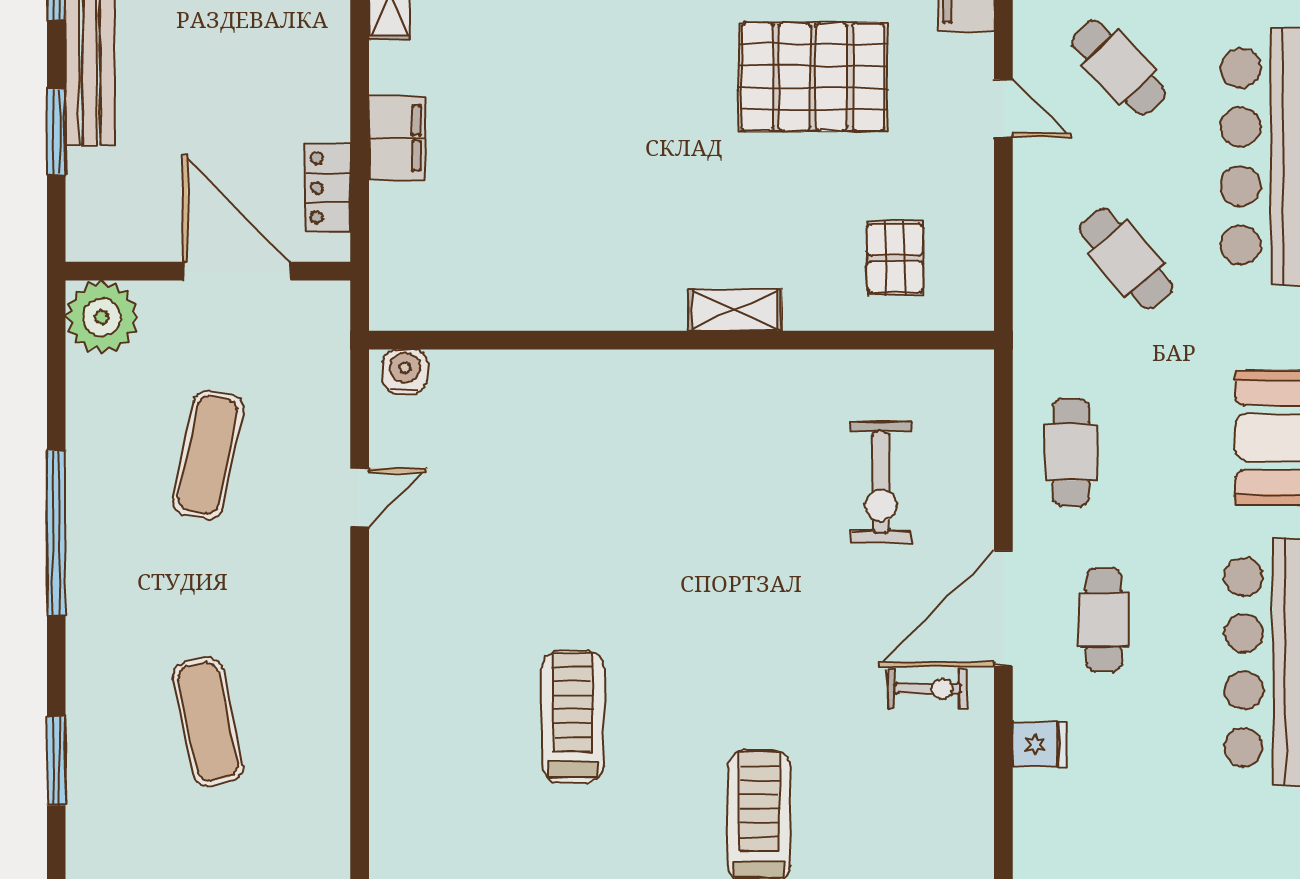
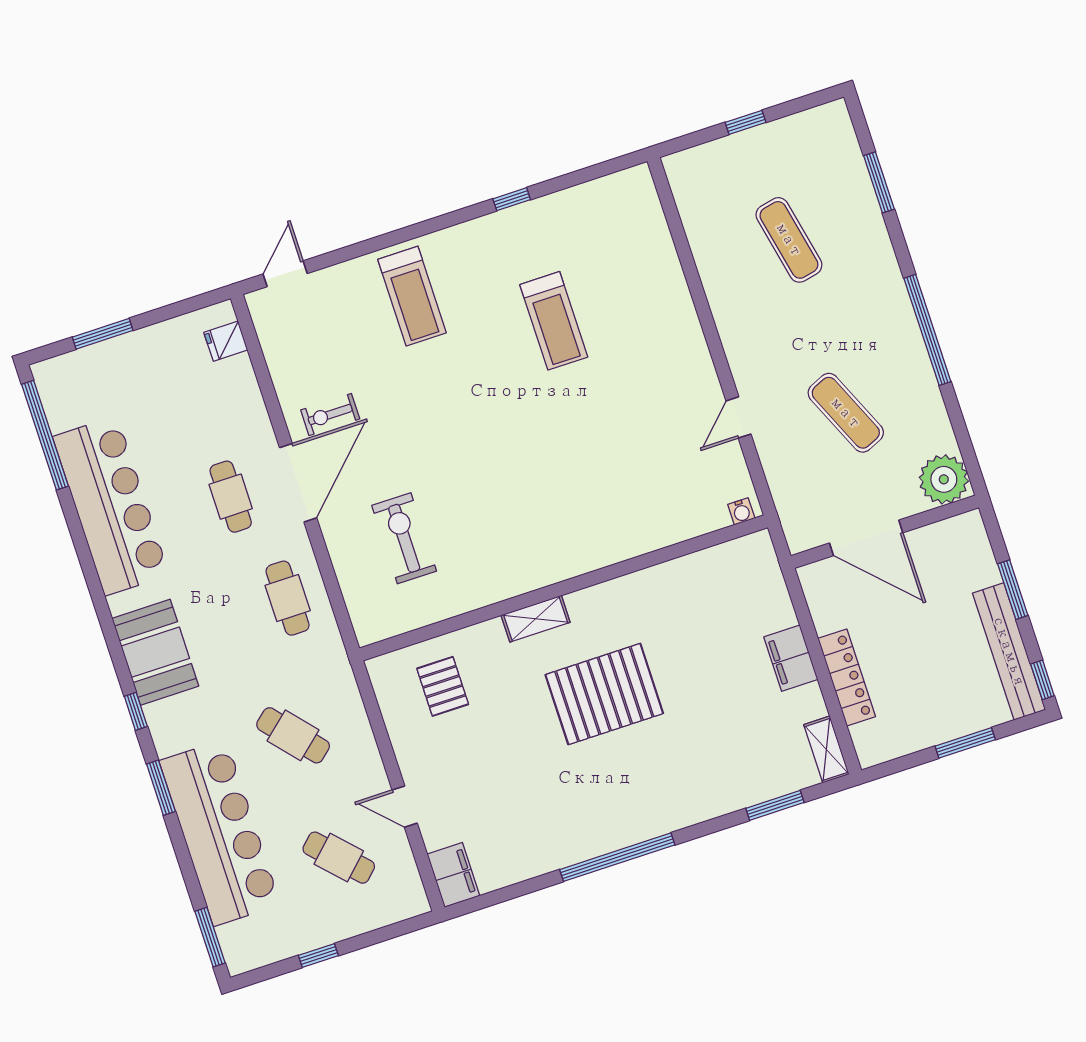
pallet: (813, 77) -> (604, 694), moved
locker: (328, 188) -> (847, 678), moved, width x1.53
water cooler: (405, 371) -> (741, 511), width x0.72, depth x0.72
exercise mat: (208, 455) -> (846, 413), turned -36
fridge: (1039, 744) -> (226, 341), moved

